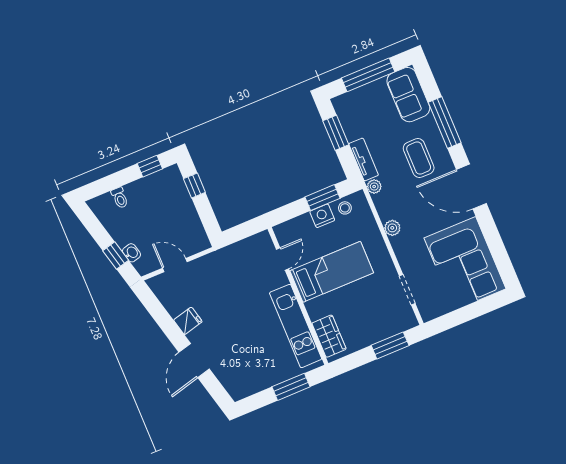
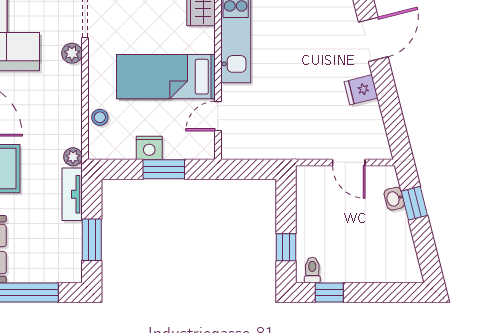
toilet: (120, 198) -> (312, 270), moved
window: (323, 198) -> (164, 169), moved
stool: (345, 208) -> (100, 117), moved
plant: (392, 228) -> (72, 53), moved

